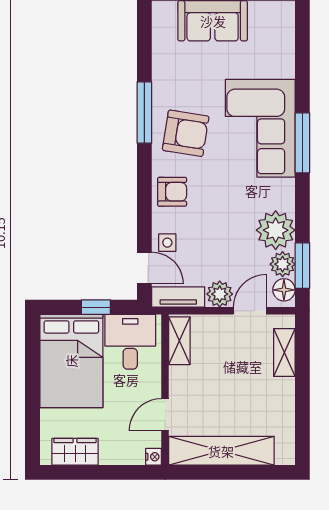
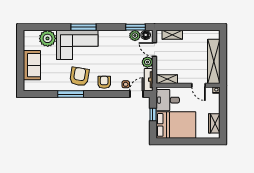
plant: (276, 230) -> (48, 38), moved

